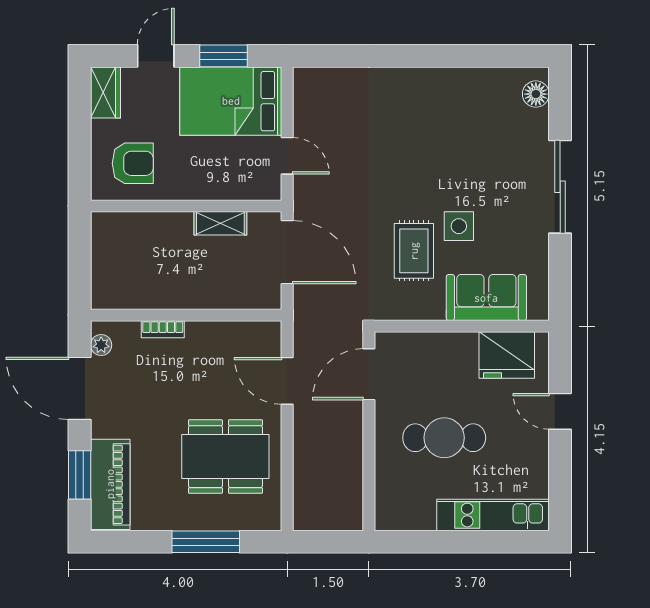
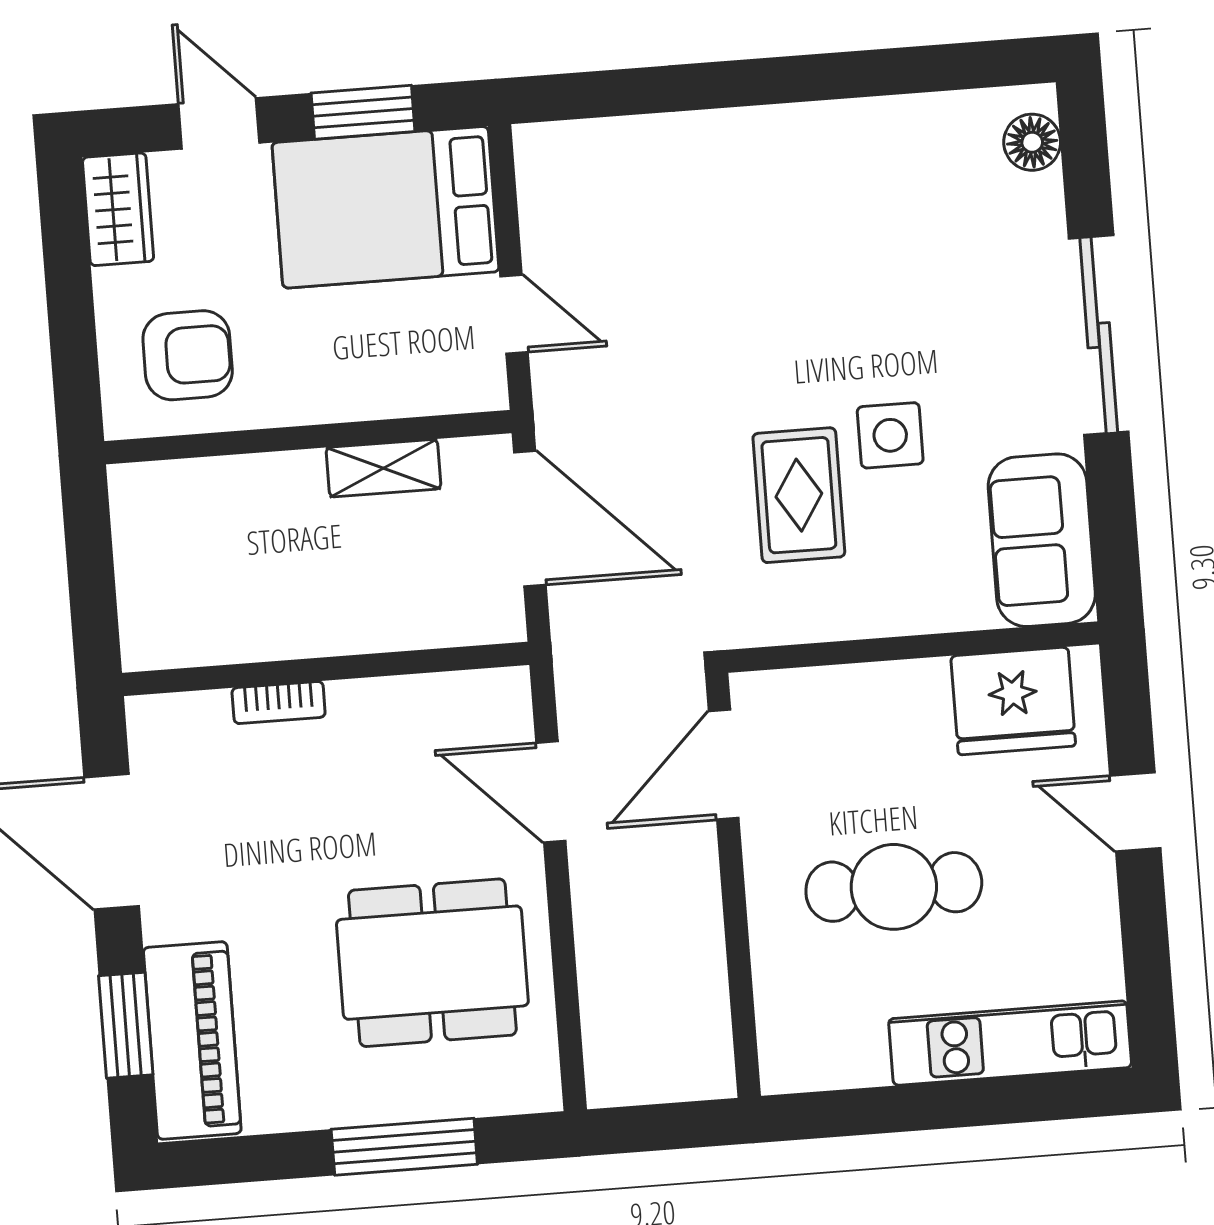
door: (156, 56) -> (219, 123), hinge flipped
sofa: (486, 298) -> (1042, 540), moved, turned -90
plant: (101, 345) -> (150, 746), removed

